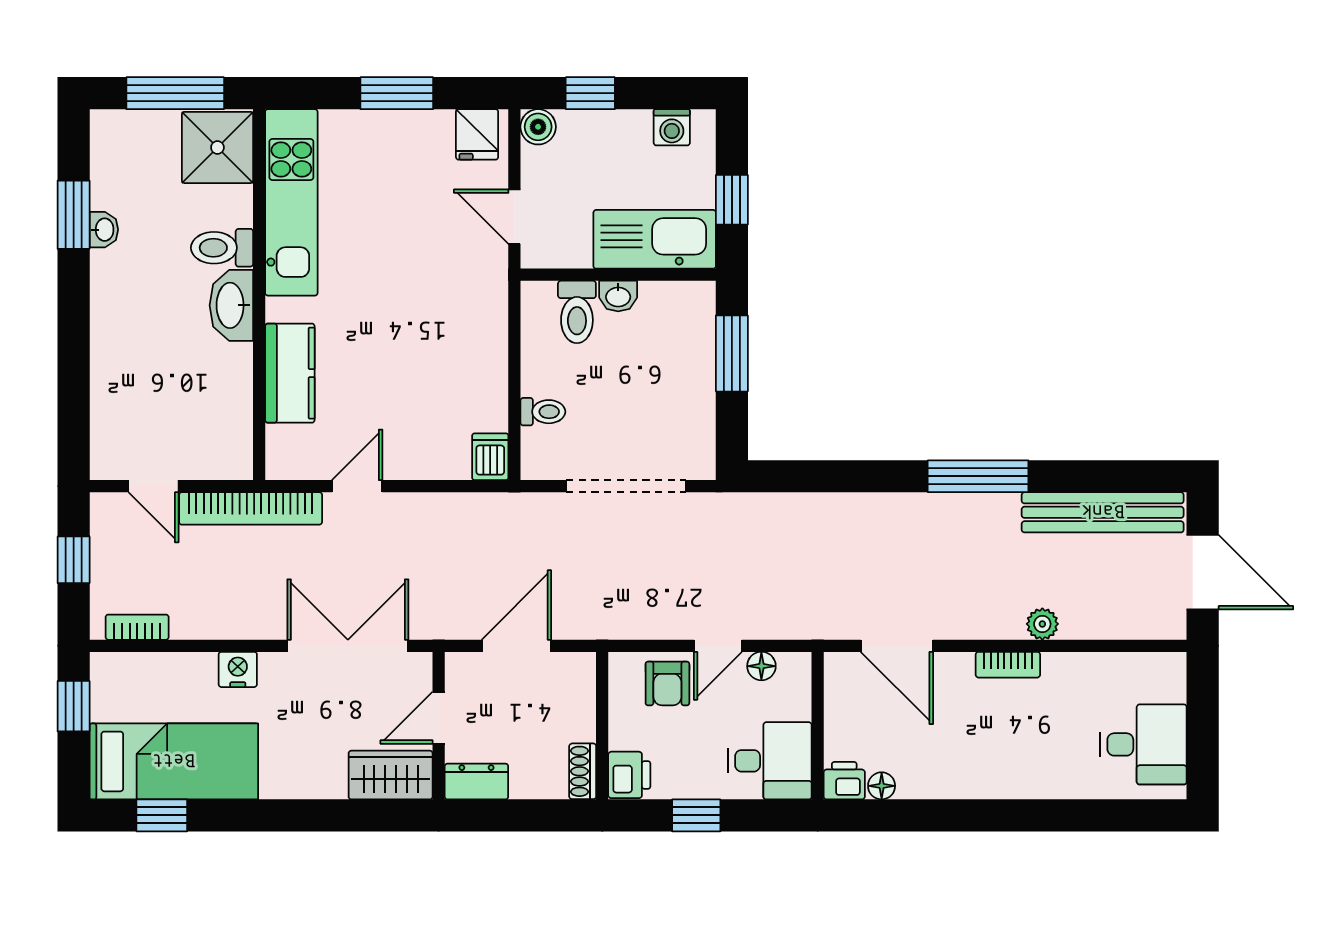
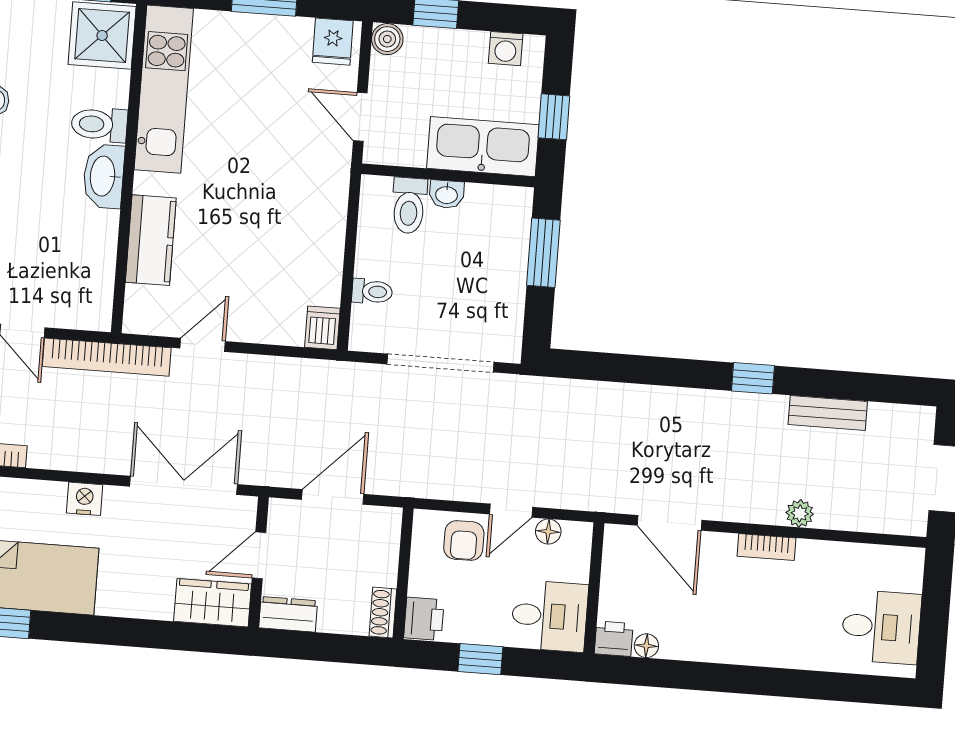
window: (978, 476) -> (753, 378), width x0.46
bench: (1103, 512) -> (828, 413), width x0.54, depth x0.82

